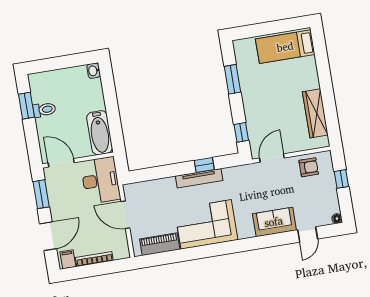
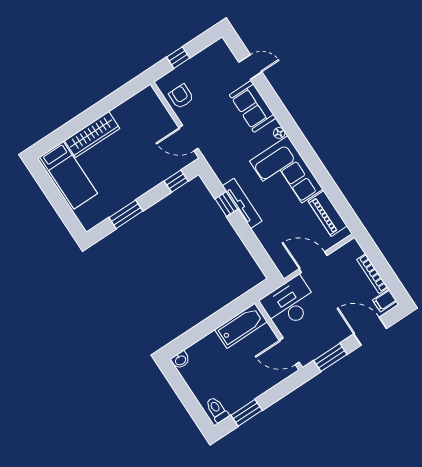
toilet: (44, 110) -> (217, 410), moved
wardrobe: (315, 113) -> (92, 135), moved
door: (61, 163) -> (289, 351), hinge flipped
door: (125, 215) -> (313, 262), swing flipped
floor lamp: (337, 219) -> (279, 133), moved

